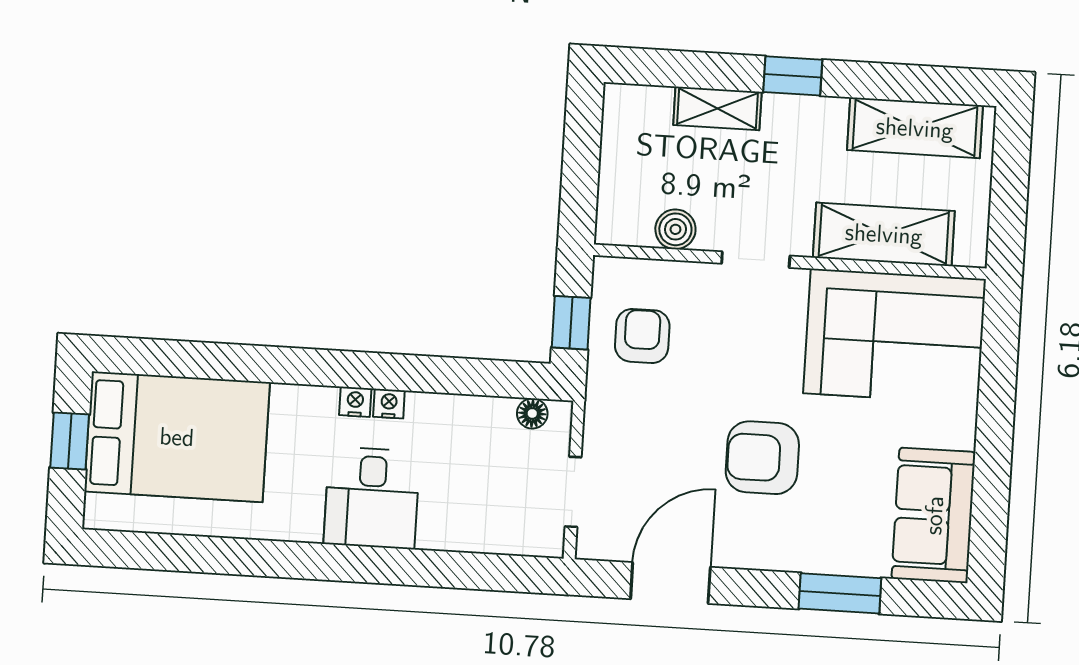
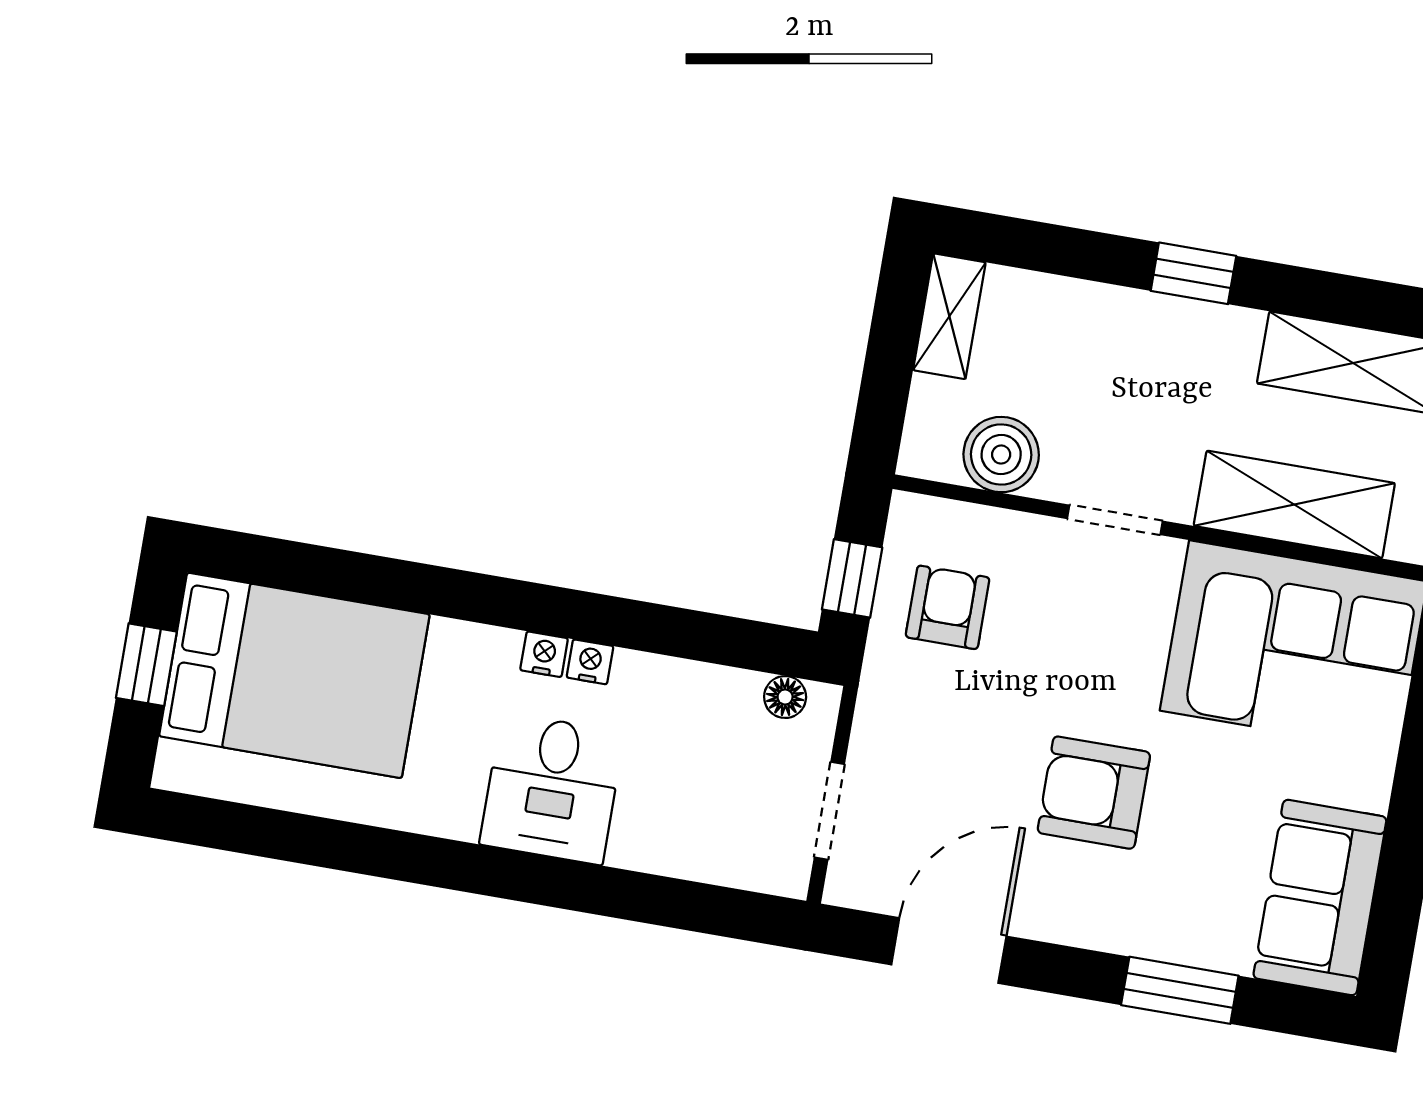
shelving: (717, 108) -> (949, 316), moved, turned 90
boiler: (675, 229) -> (1001, 455), width x1.36, depth x1.36

